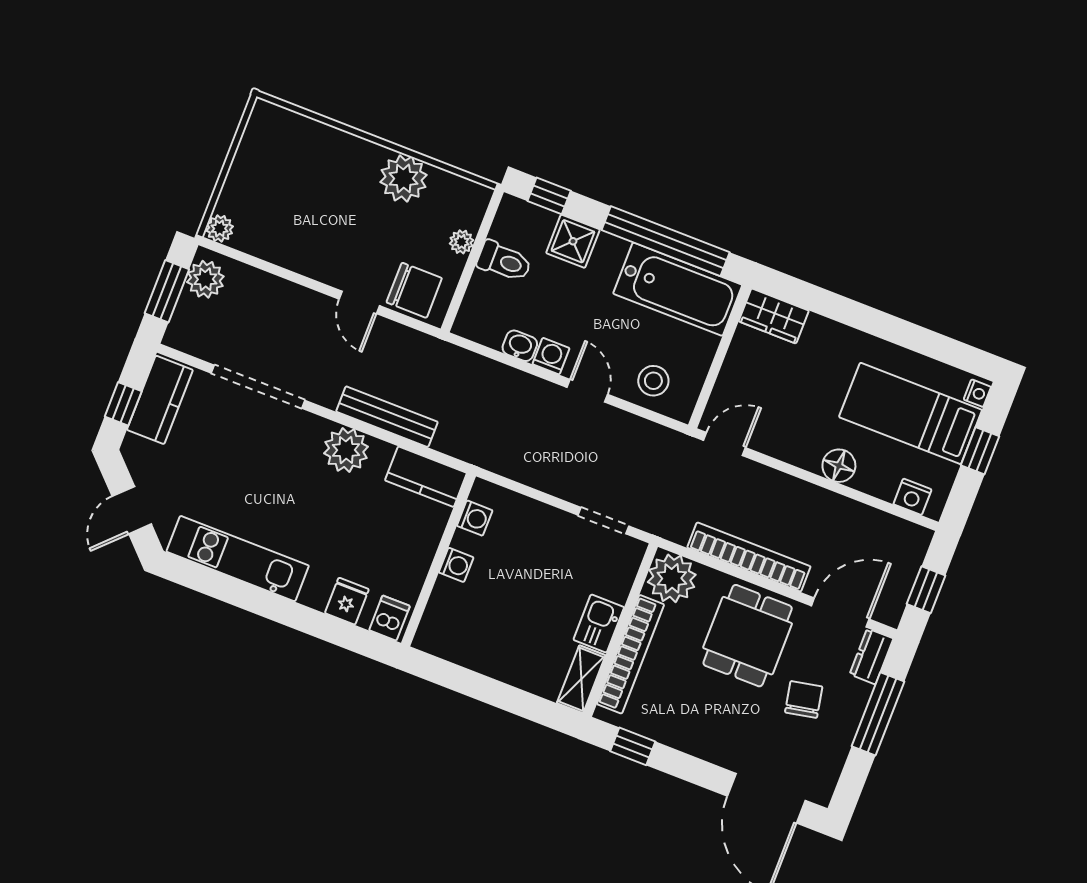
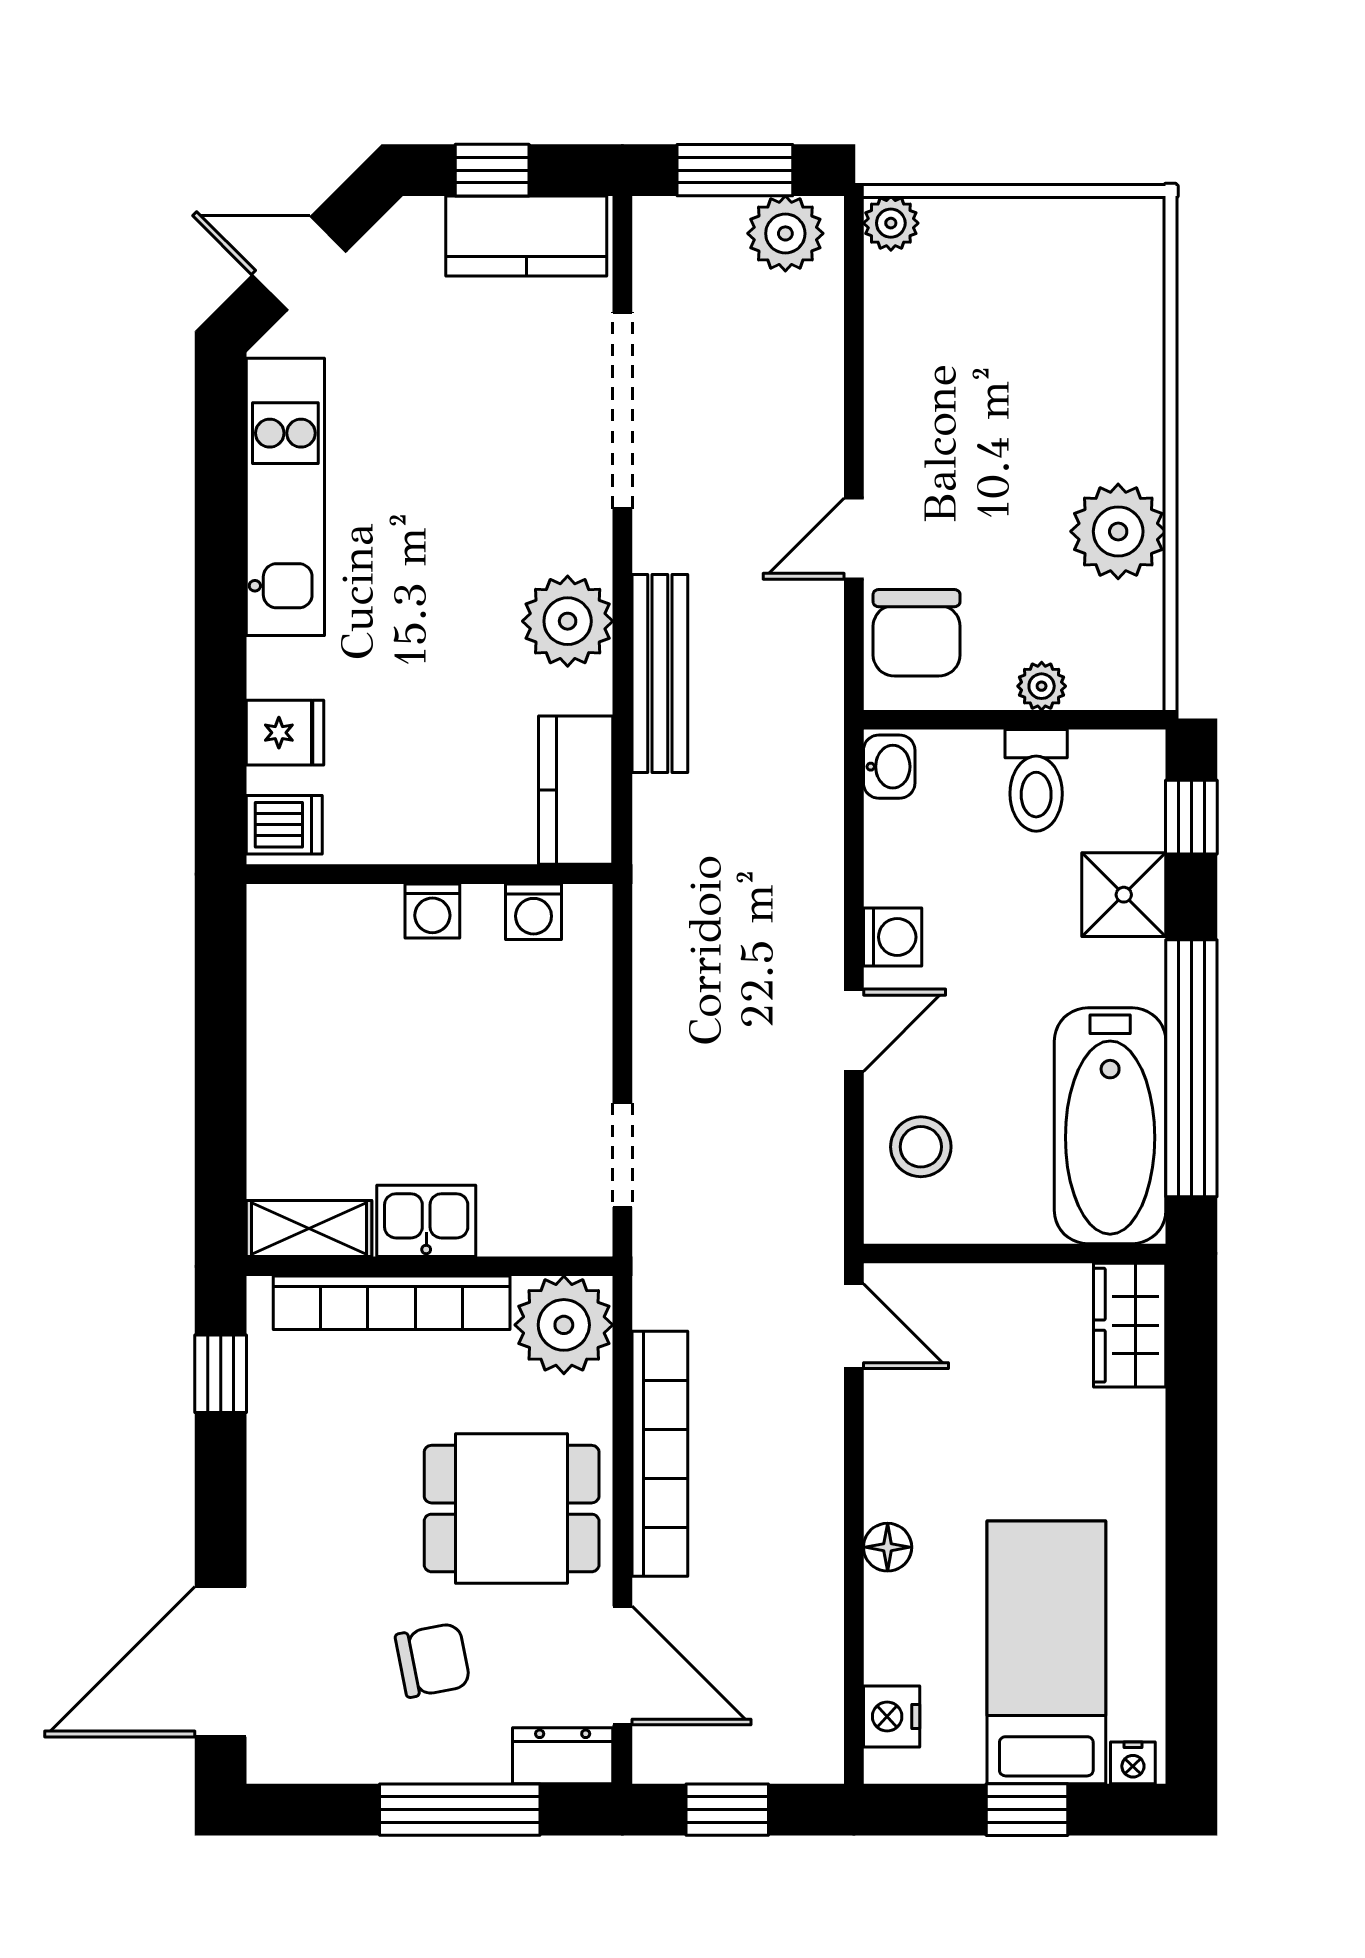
washbasin: (520, 346) -> (889, 767), moved
floor lamp: (839, 466) -> (888, 1547), width x0.73, depth x0.73

